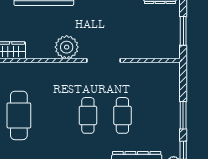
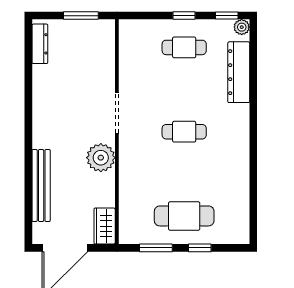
cafe table: (122, 115) -> (184, 47), moved
window: (183, 115) -> (184, 16), width x0.67

